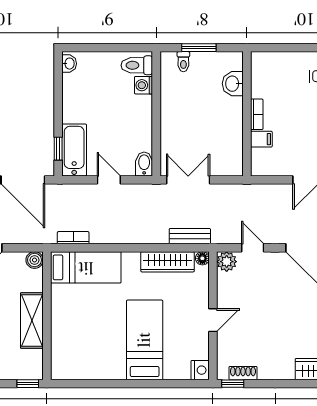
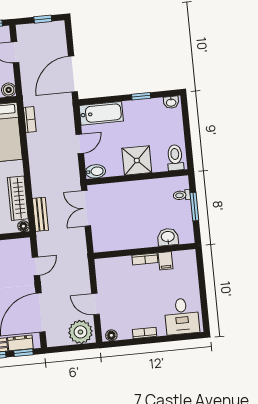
washing machine: (144, 85) -> (159, 165), removed
shower: (136, 112) -> (137, 160), added
filing cabinet: (261, 139) -> (165, 261), moved
window: (58, 149) -> (141, 96), moved
double door: (188, 180) -> (86, 208), swing flipped
plant: (227, 262) -> (23, 246), removed

